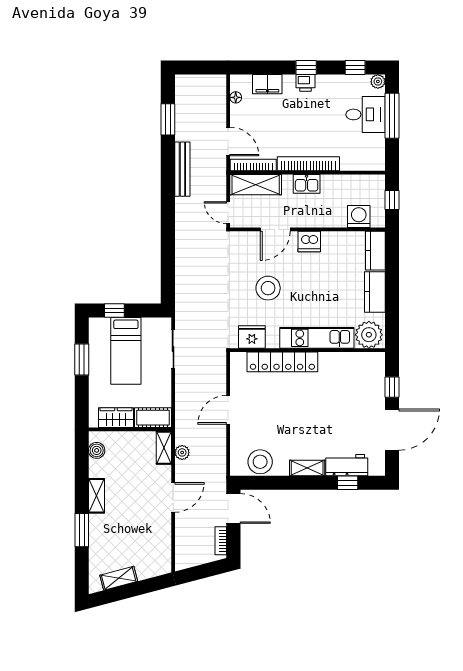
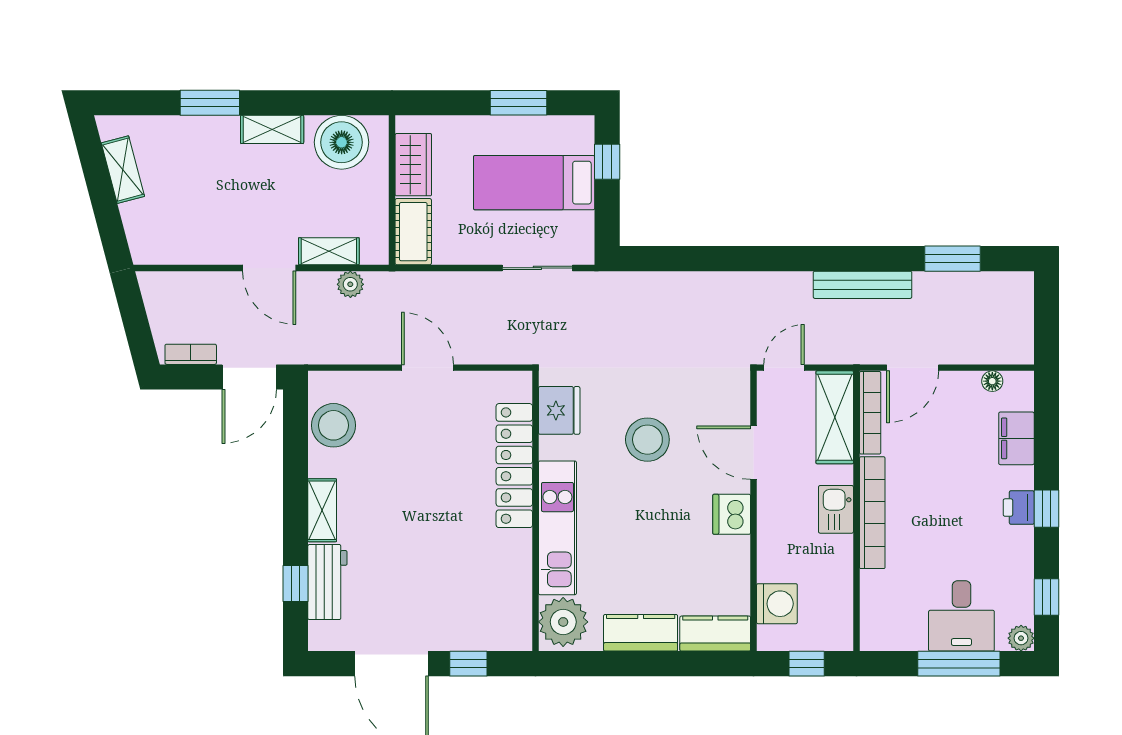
shelving: (164, 448) -> (329, 251), moved
boiler: (97, 450) -> (342, 142), width x1.86, depth x1.86

